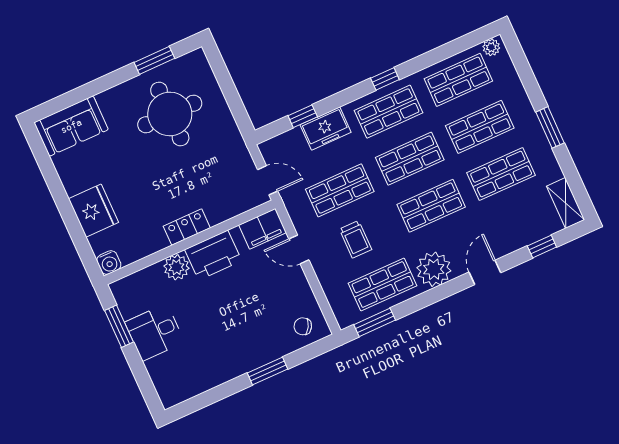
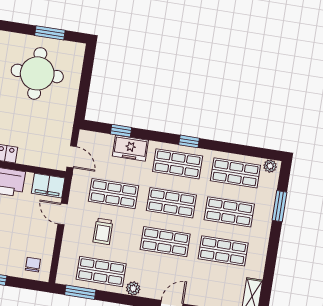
window: (550, 127) -> (280, 206), moved
plant: (434, 269) -> (133, 288), width x0.53, depth x0.53
chair: (303, 326) -> (33, 265), turned 60

